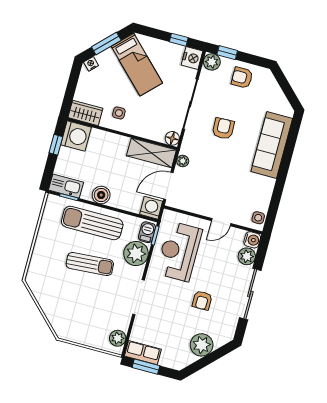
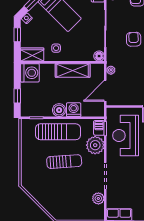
window: (73, 82) -> (17, 35), added
window: (56, 145) -> (17, 96), moved
shelving: (151, 153) -> (73, 70), moved
kitchen sink: (66, 186) -> (32, 110), removed
washing machine: (151, 208) -> (74, 110), moved
sun lounger: (92, 223) -> (58, 132), turned 180
plant: (118, 338) -> (98, 198), moved

